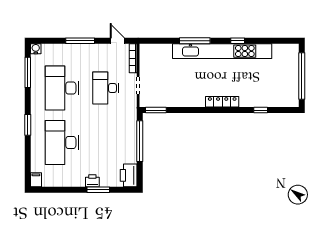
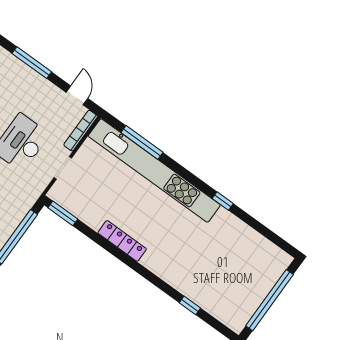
window: (195, 41) -> (142, 142), moved
kitchen unit: (222, 51) -> (154, 171), moved
locker: (222, 102) -> (122, 241), moved

